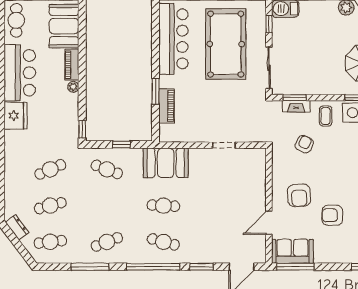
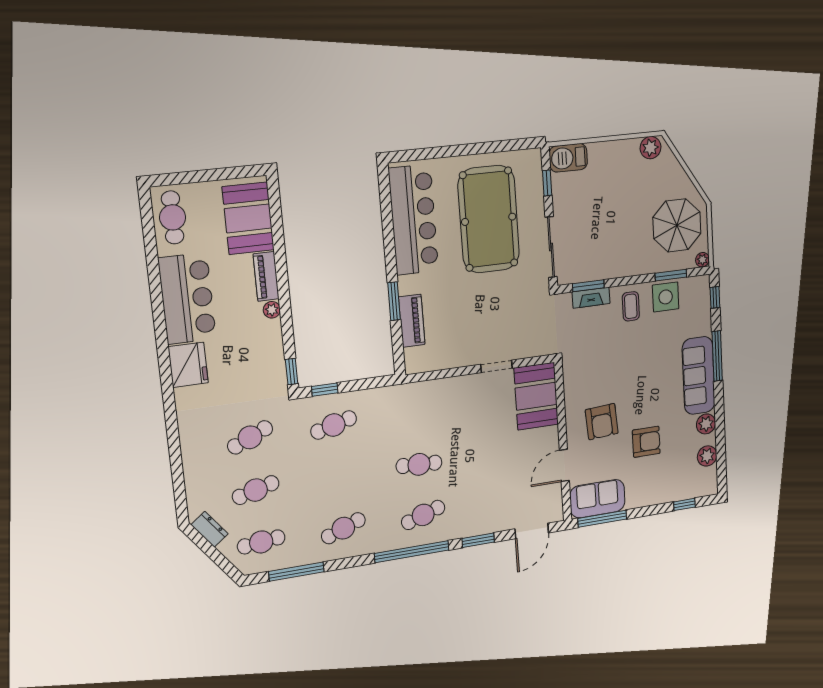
window: (122, 144) -> (325, 390), moved
armchair: (304, 144) -> (605, 350), removed
booth: (166, 163) -> (536, 396), moved, turned 90
cafe table: (107, 169) -> (334, 425), turned -36
armchair: (332, 215) -> (646, 442), turned 180
cafe table: (163, 242) -> (423, 515), turned -33
window: (90, 267) -> (296, 572), moved

